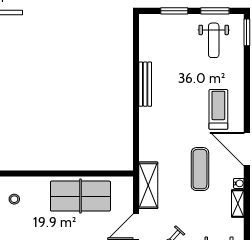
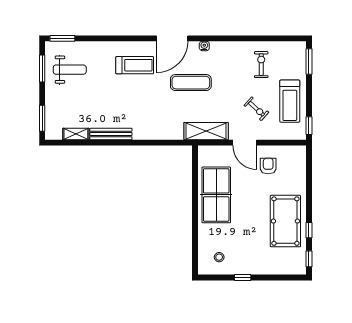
window: (174, 11) -> (42, 118), moved
treadmill: (218, 109) -> (135, 65), turned 180
shelving: (238, 203) -> (76, 134), moved

